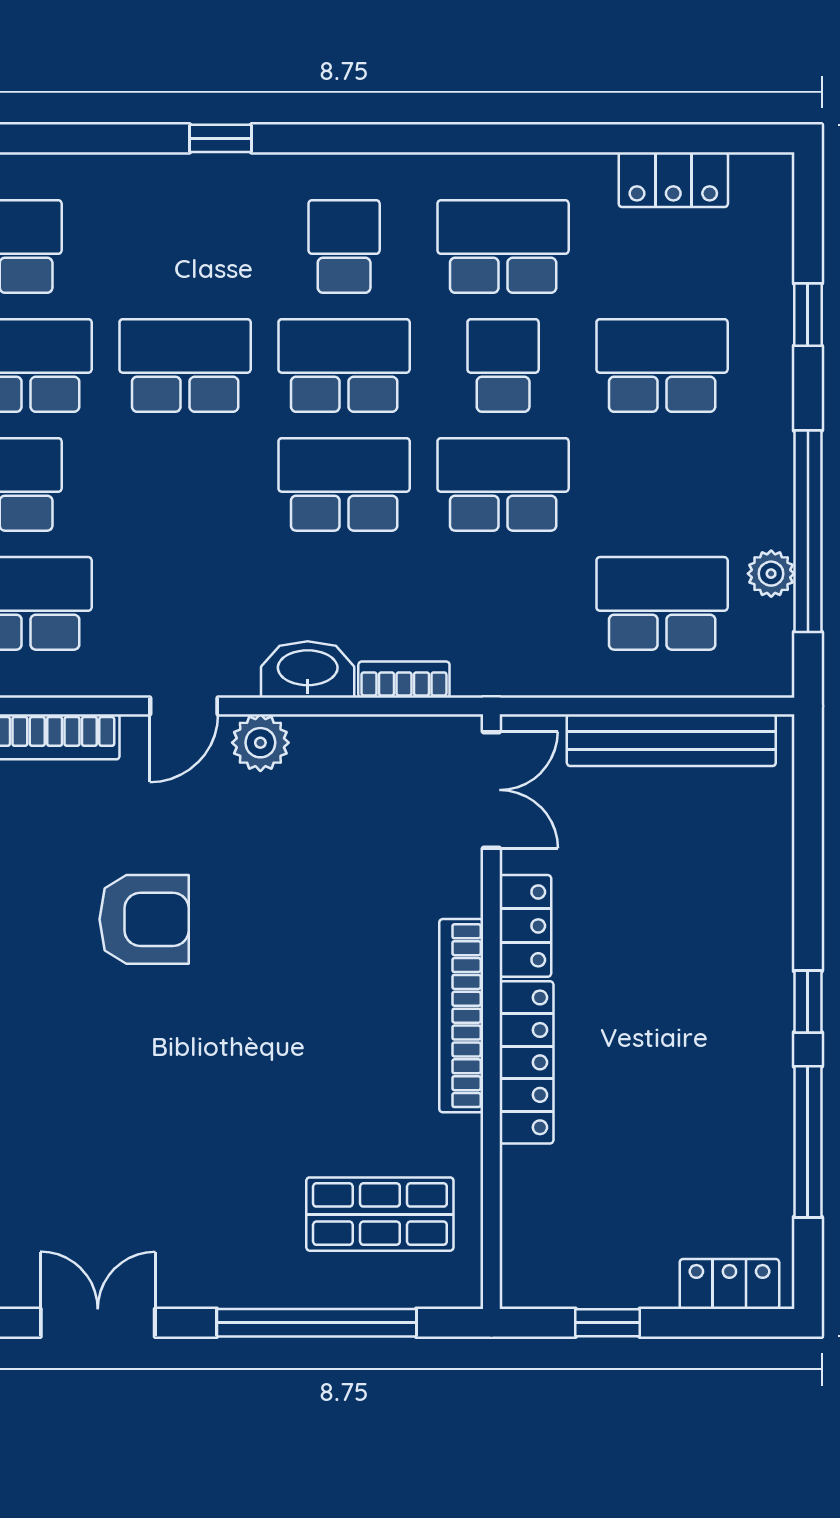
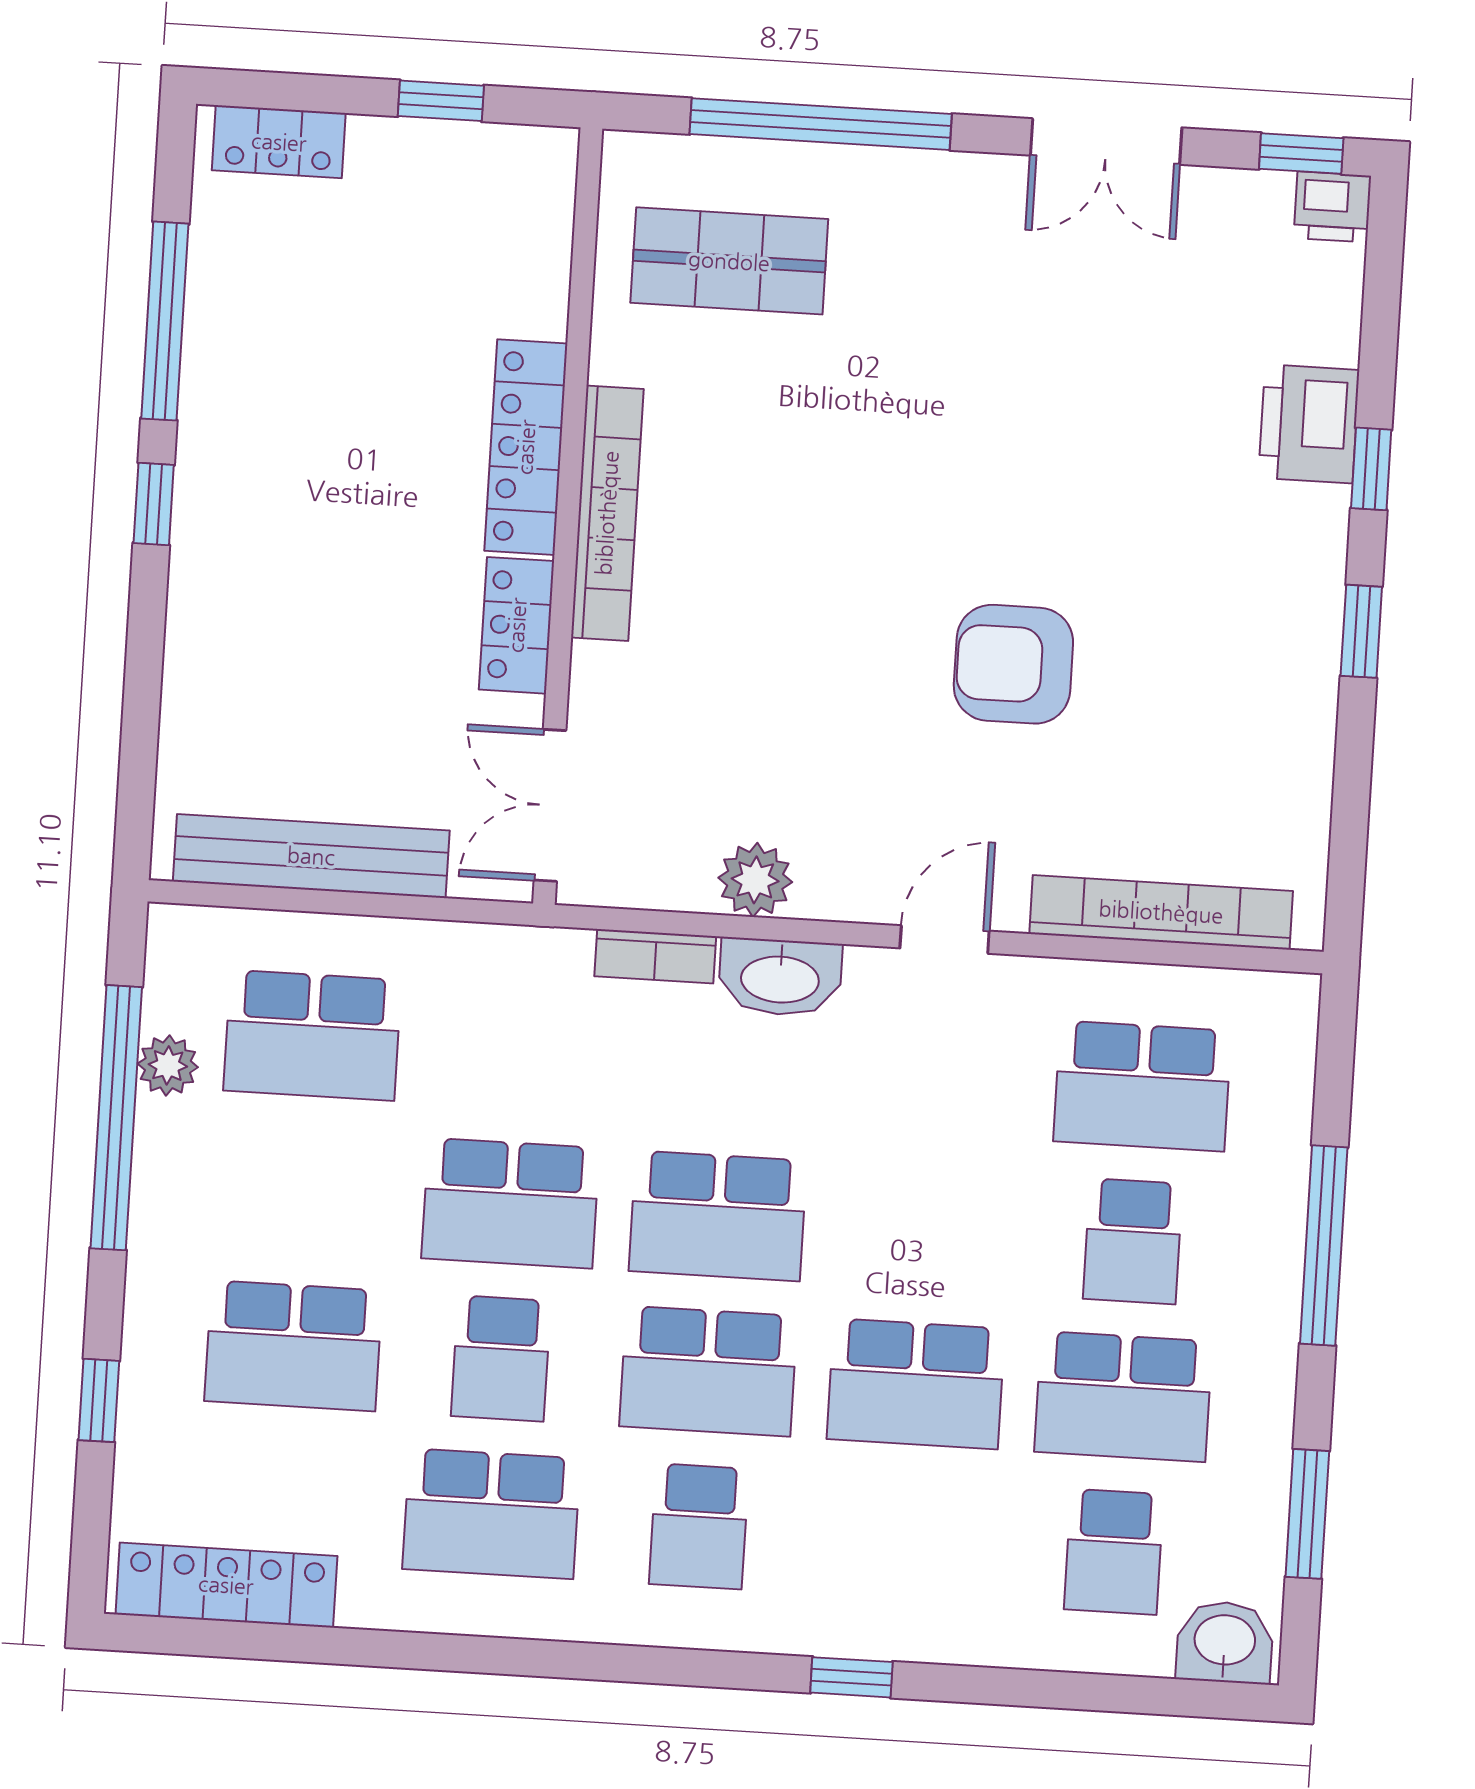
locker: (673, 180) -> (226, 1585), width x1.53
plant: (260, 743) -> (755, 880), moved

